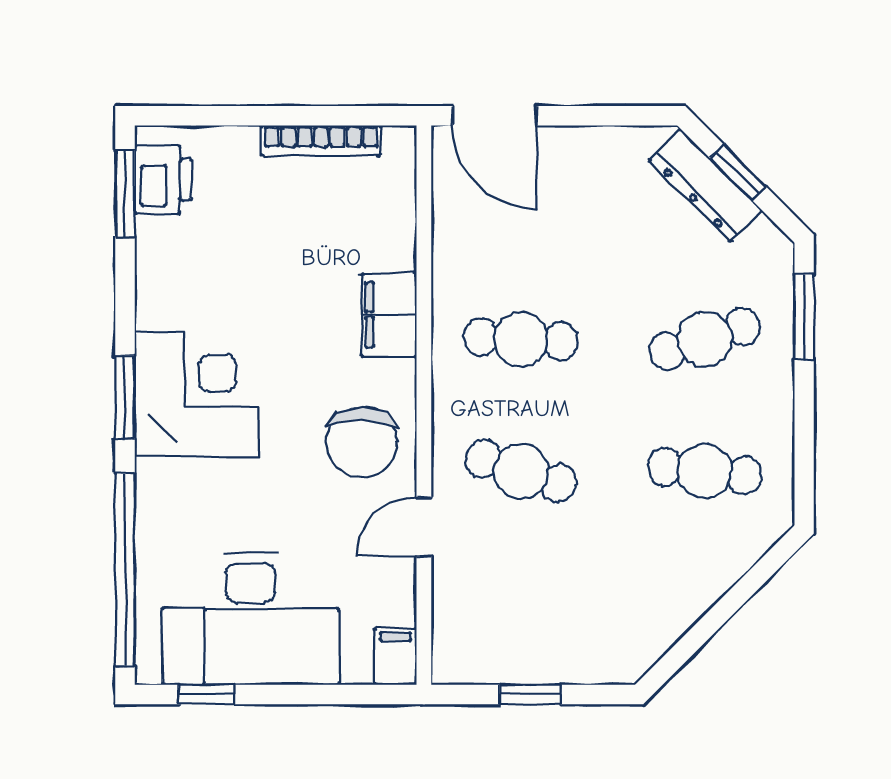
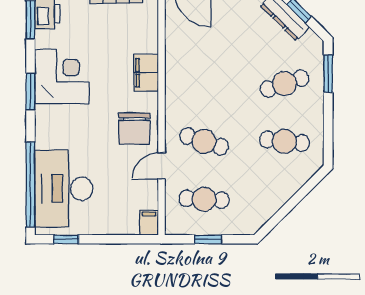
cafe table: (521, 339) -> (204, 199), moved
corner desk: (197, 394) -> (62, 77), moved
window: (125, 397) -> (30, 91), moved
desk: (251, 619) -> (64, 189), moved, turned 90

